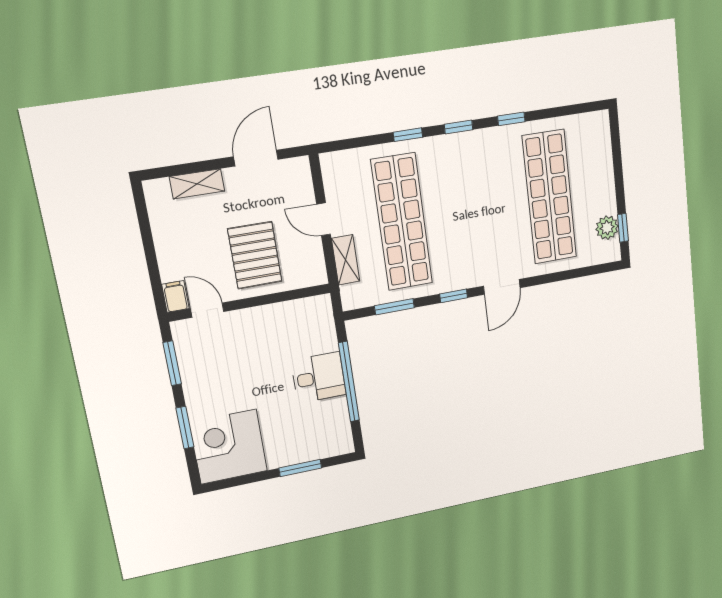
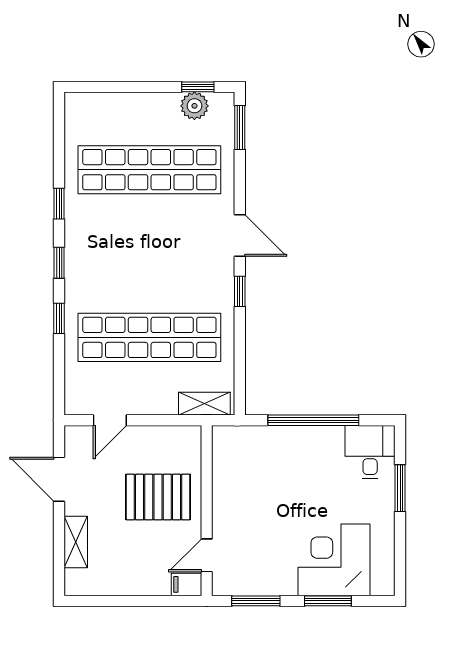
door: (324, 219) -> (110, 420), moved
shelving: (346, 260) -> (204, 404), moved
window: (394, 307) -> (240, 127), moved
desk: (319, 378) -> (370, 452), moved
corner desk: (229, 447) -> (334, 560), moved, turned 90

